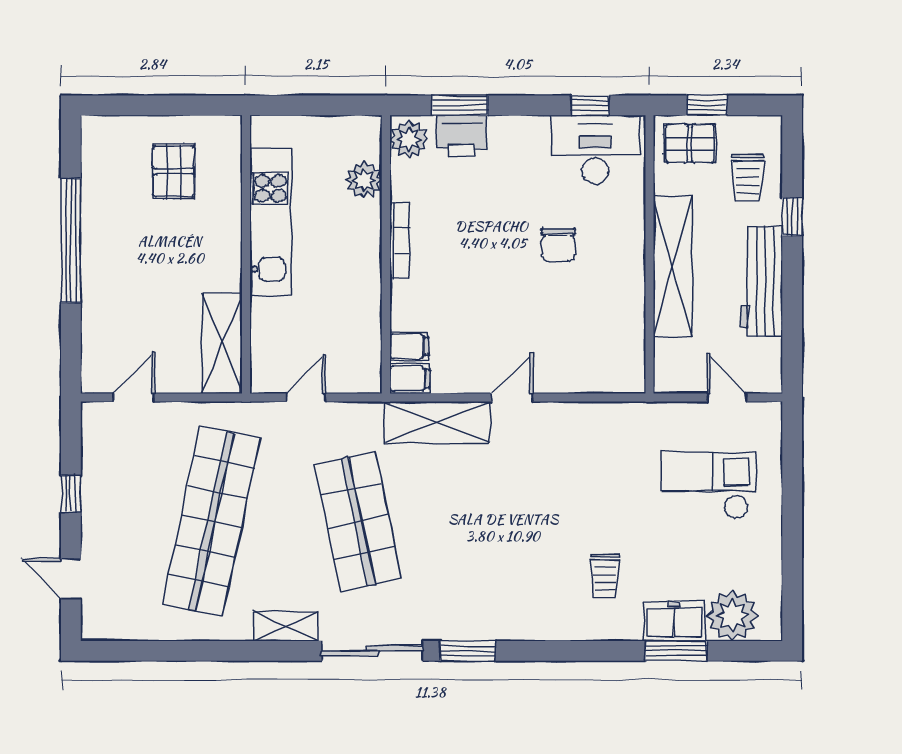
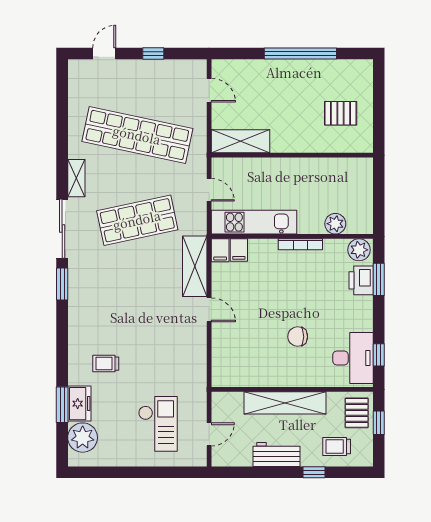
kitchen unit: (271, 222) -> (254, 222), moved, turned 180
workbench: (762, 281) -> (277, 454), width x0.73

